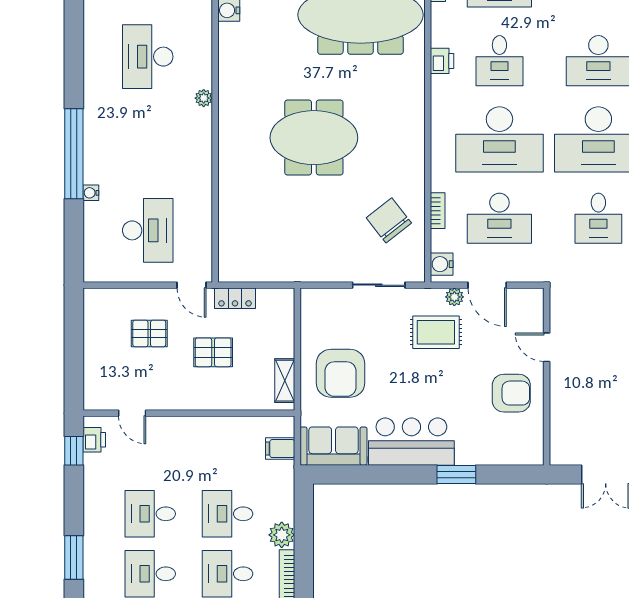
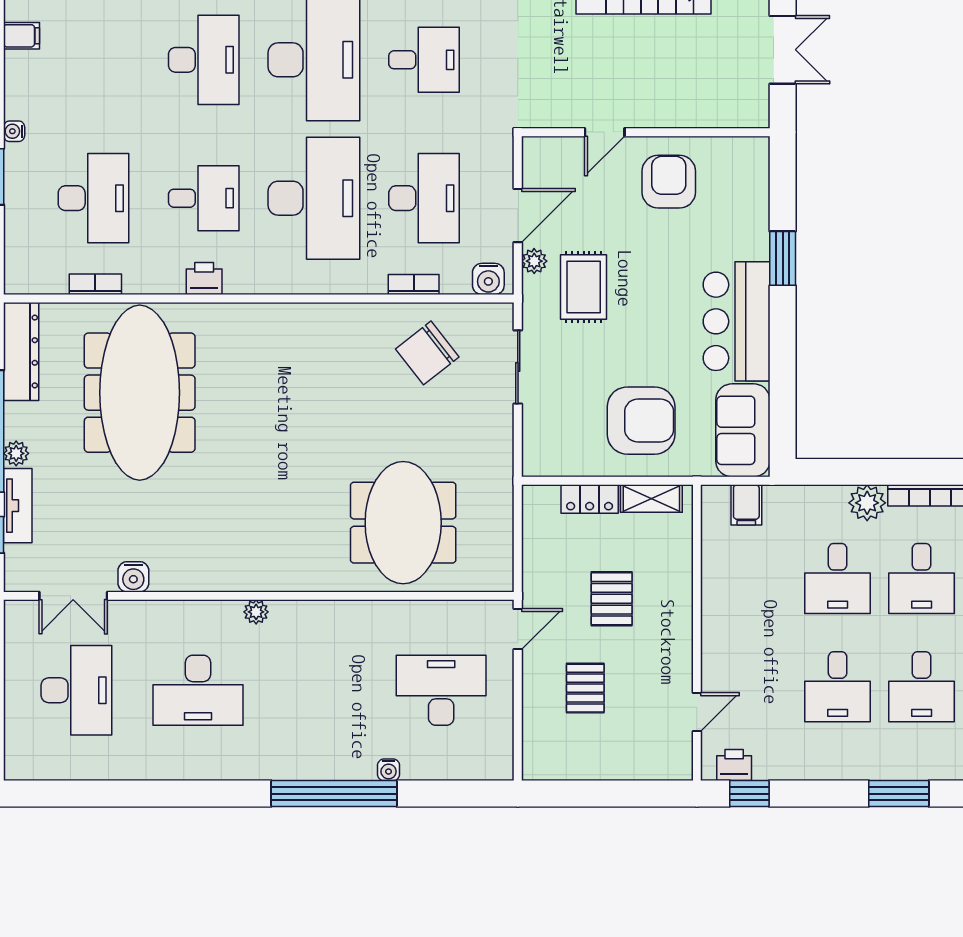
meeting table: (314, 138) -> (403, 523), moved
locker: (235, 298) -> (590, 499), moved, turned 90

